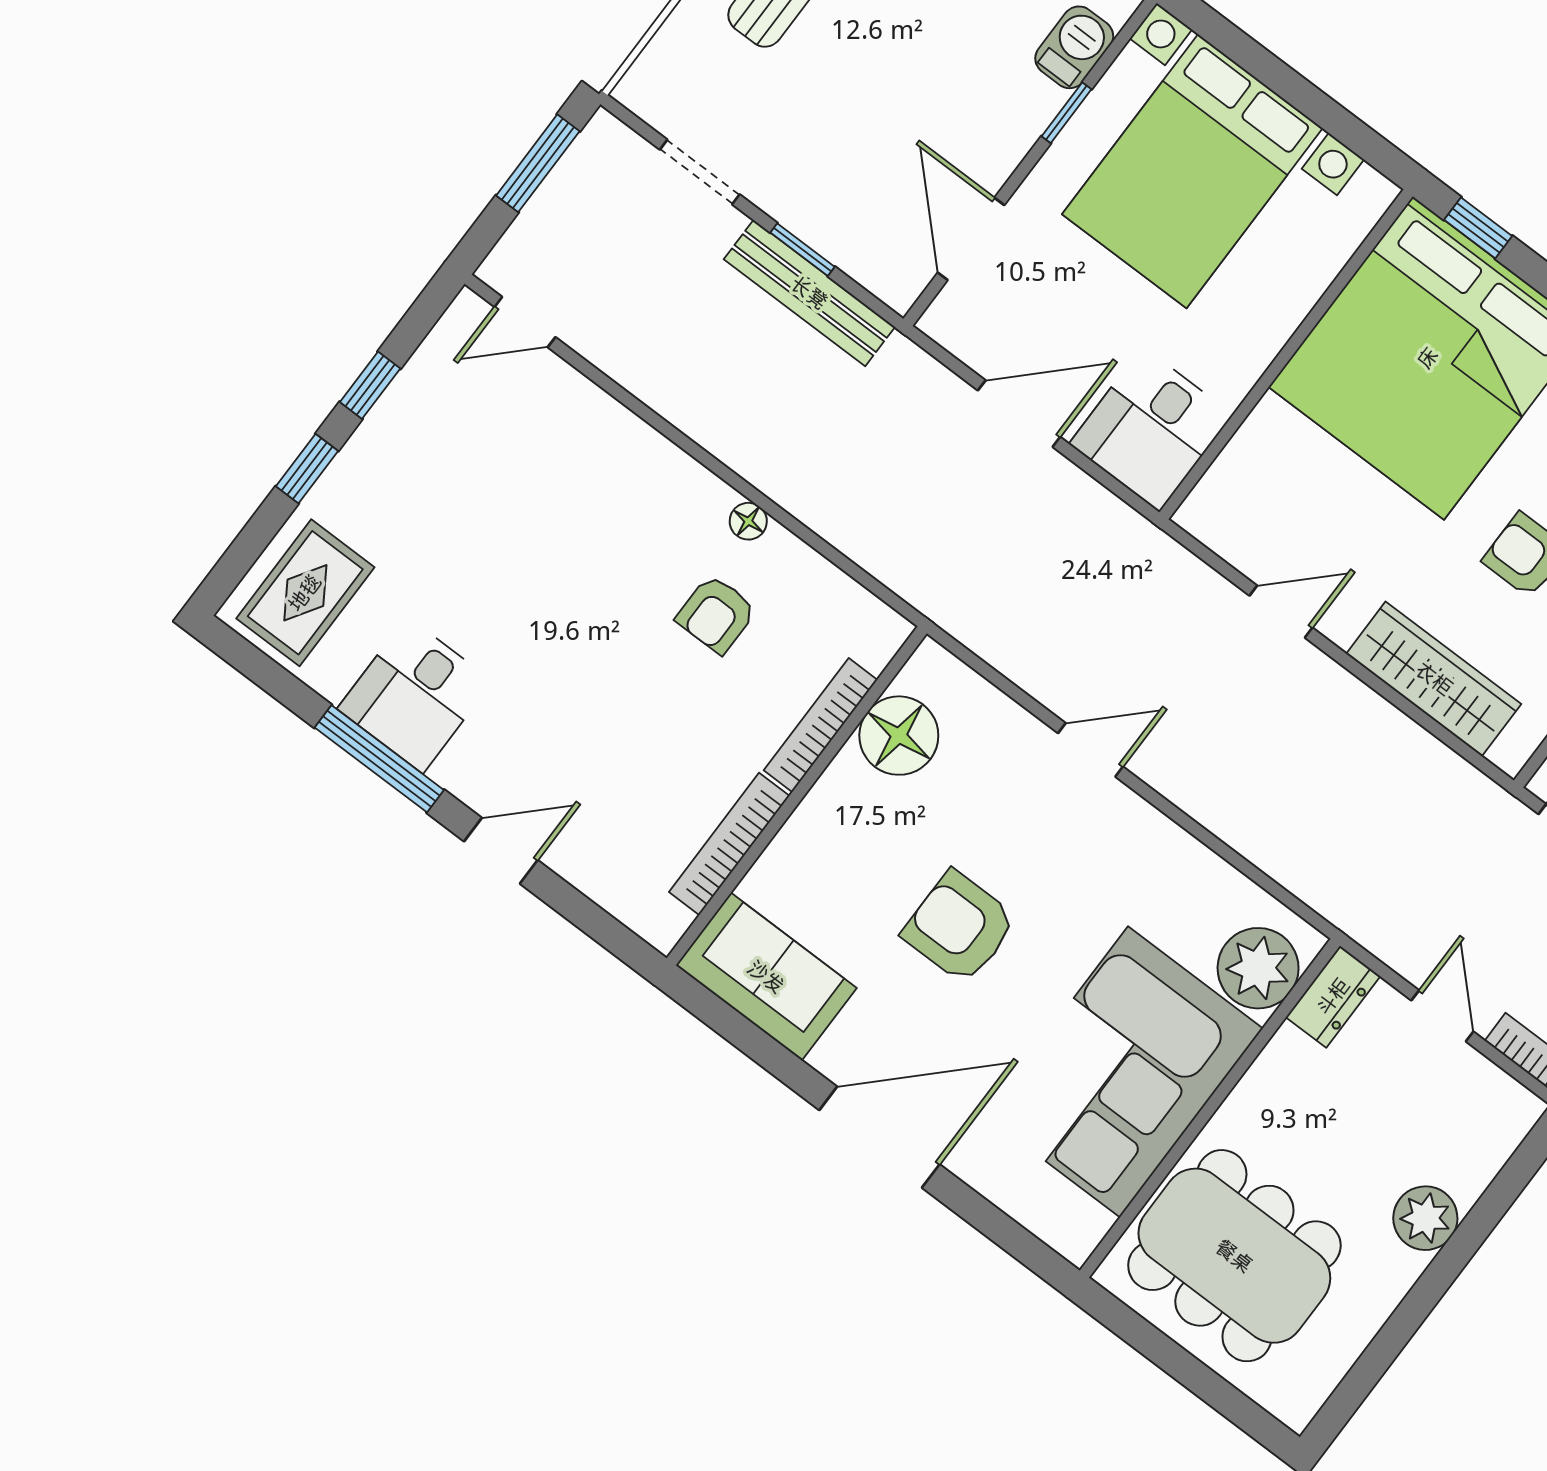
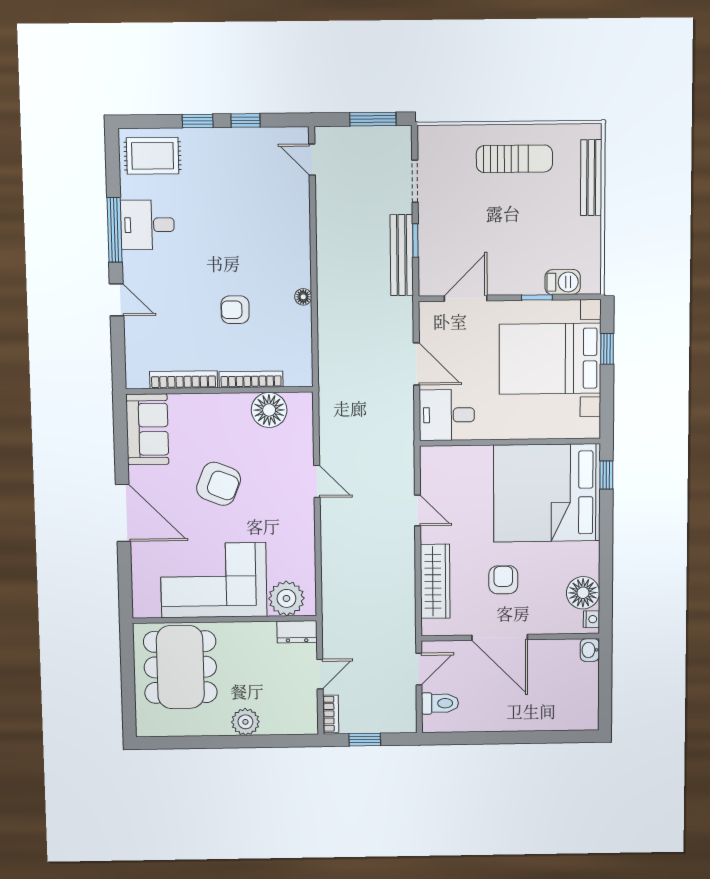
window: (1253, 58) -> (607, 349), added
armchair: (716, 614) -> (235, 310), moved
armchair: (960, 927) -> (219, 484), turned 112

